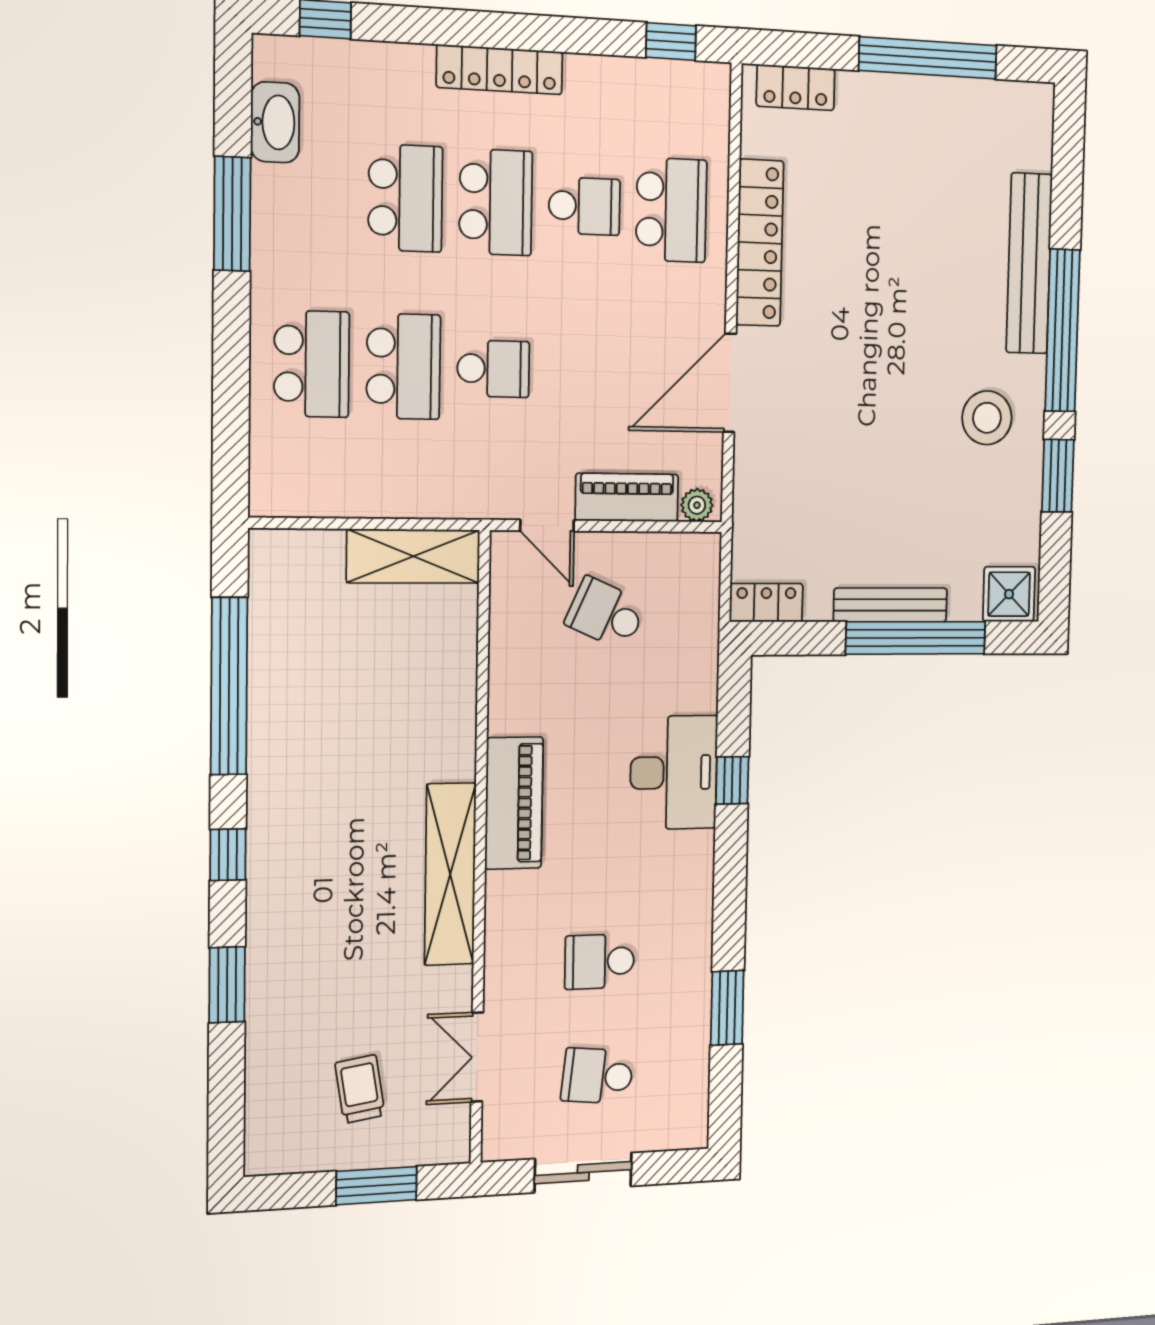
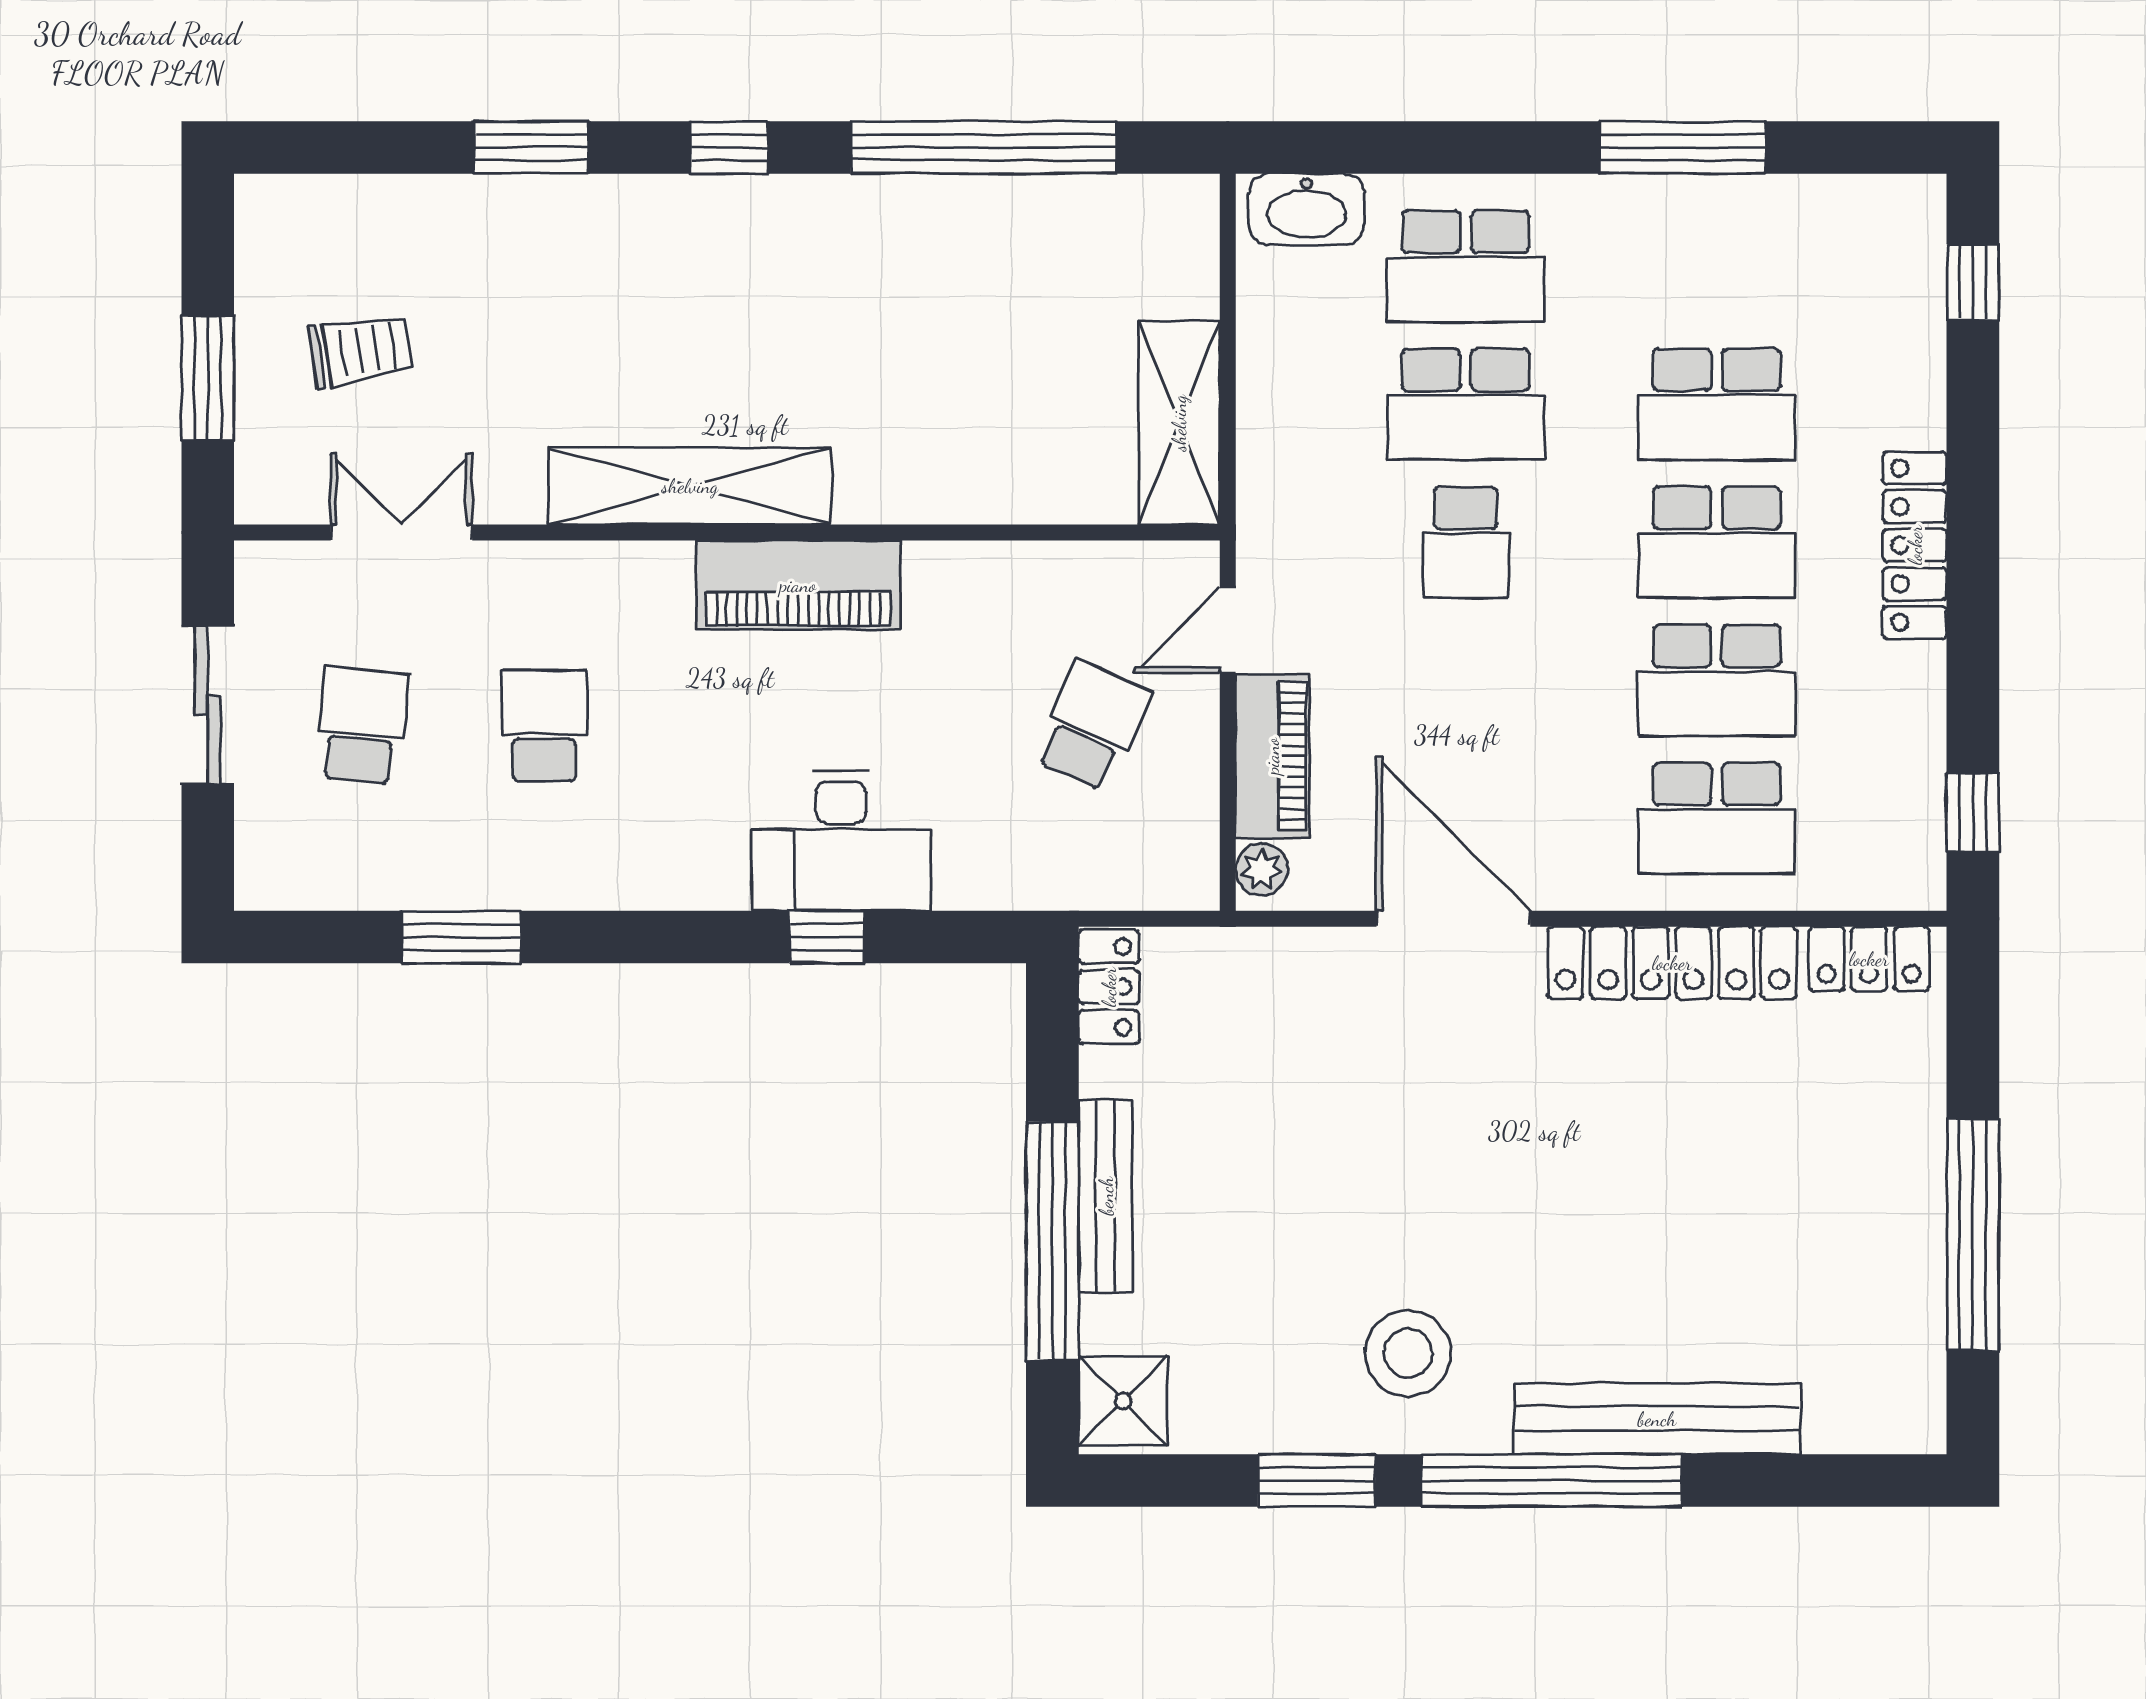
locker: (796, 87) -> (1869, 959), moved, turned -90
washbasin: (275, 122) -> (1306, 209), moved
school desk: (584, 206) -> (1717, 680), width x1.85

